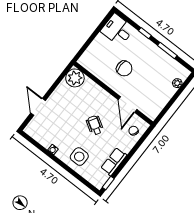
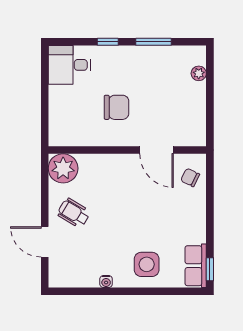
wheelchair: (95, 125) -> (74, 213), moved
row of seats: (114, 162) -> (196, 266), moved

